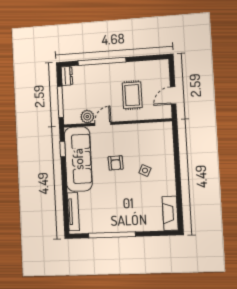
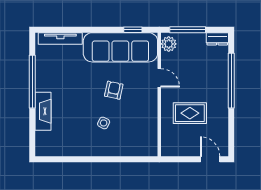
door: (173, 95) -> (210, 159), moved
plant: (87, 117) -> (169, 44), moved
armchair: (116, 163) -> (114, 90), turned 104
fireplace: (170, 213) -> (43, 111), moved, turned 90

